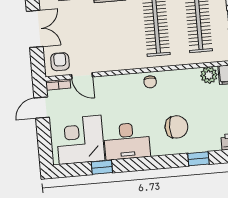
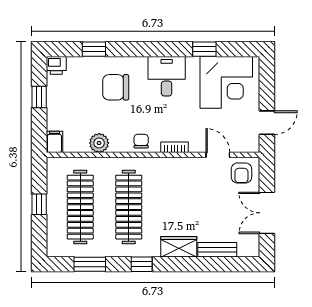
plant: (209, 75) -> (99, 143), moved
bookcase: (58, 85) -> (174, 147), moved
desk: (127, 141) -> (167, 76), width x0.73

